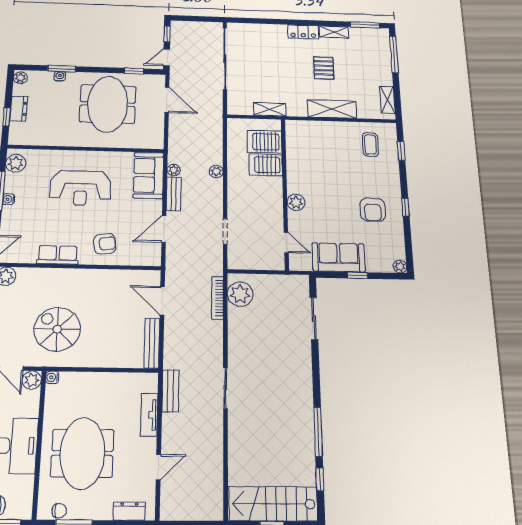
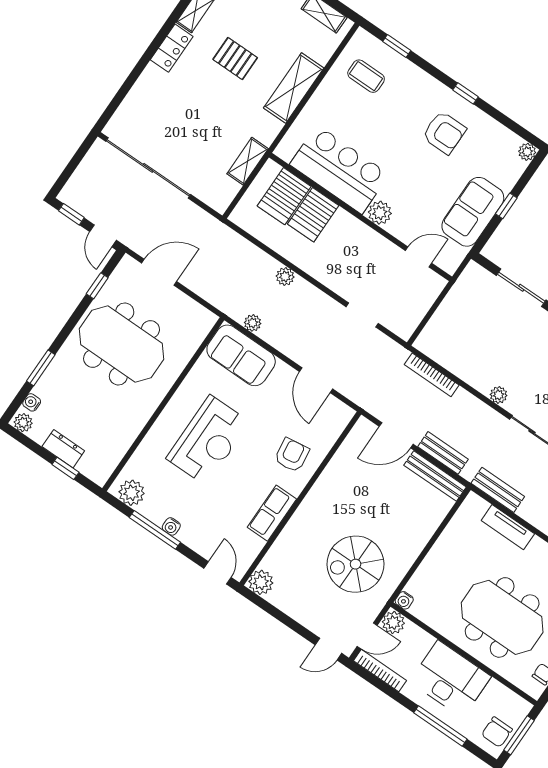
water cooler: (60, 76) -> (32, 402), moved
bar counter: (304, 163) -> (339, 170), added
bench: (174, 194) -> (443, 453), moved
plant: (240, 294) -> (499, 395), moved, width x0.53, depth x0.53

